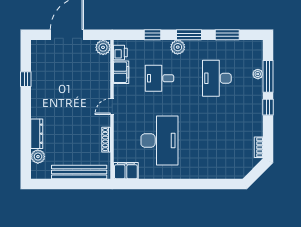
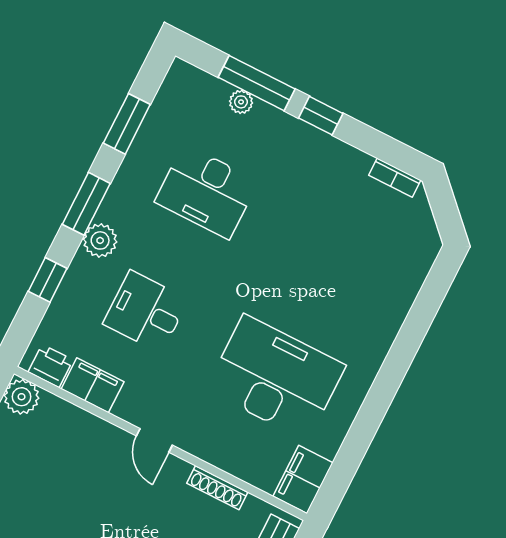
desk: (159, 78) -> (146, 312), turned 90

